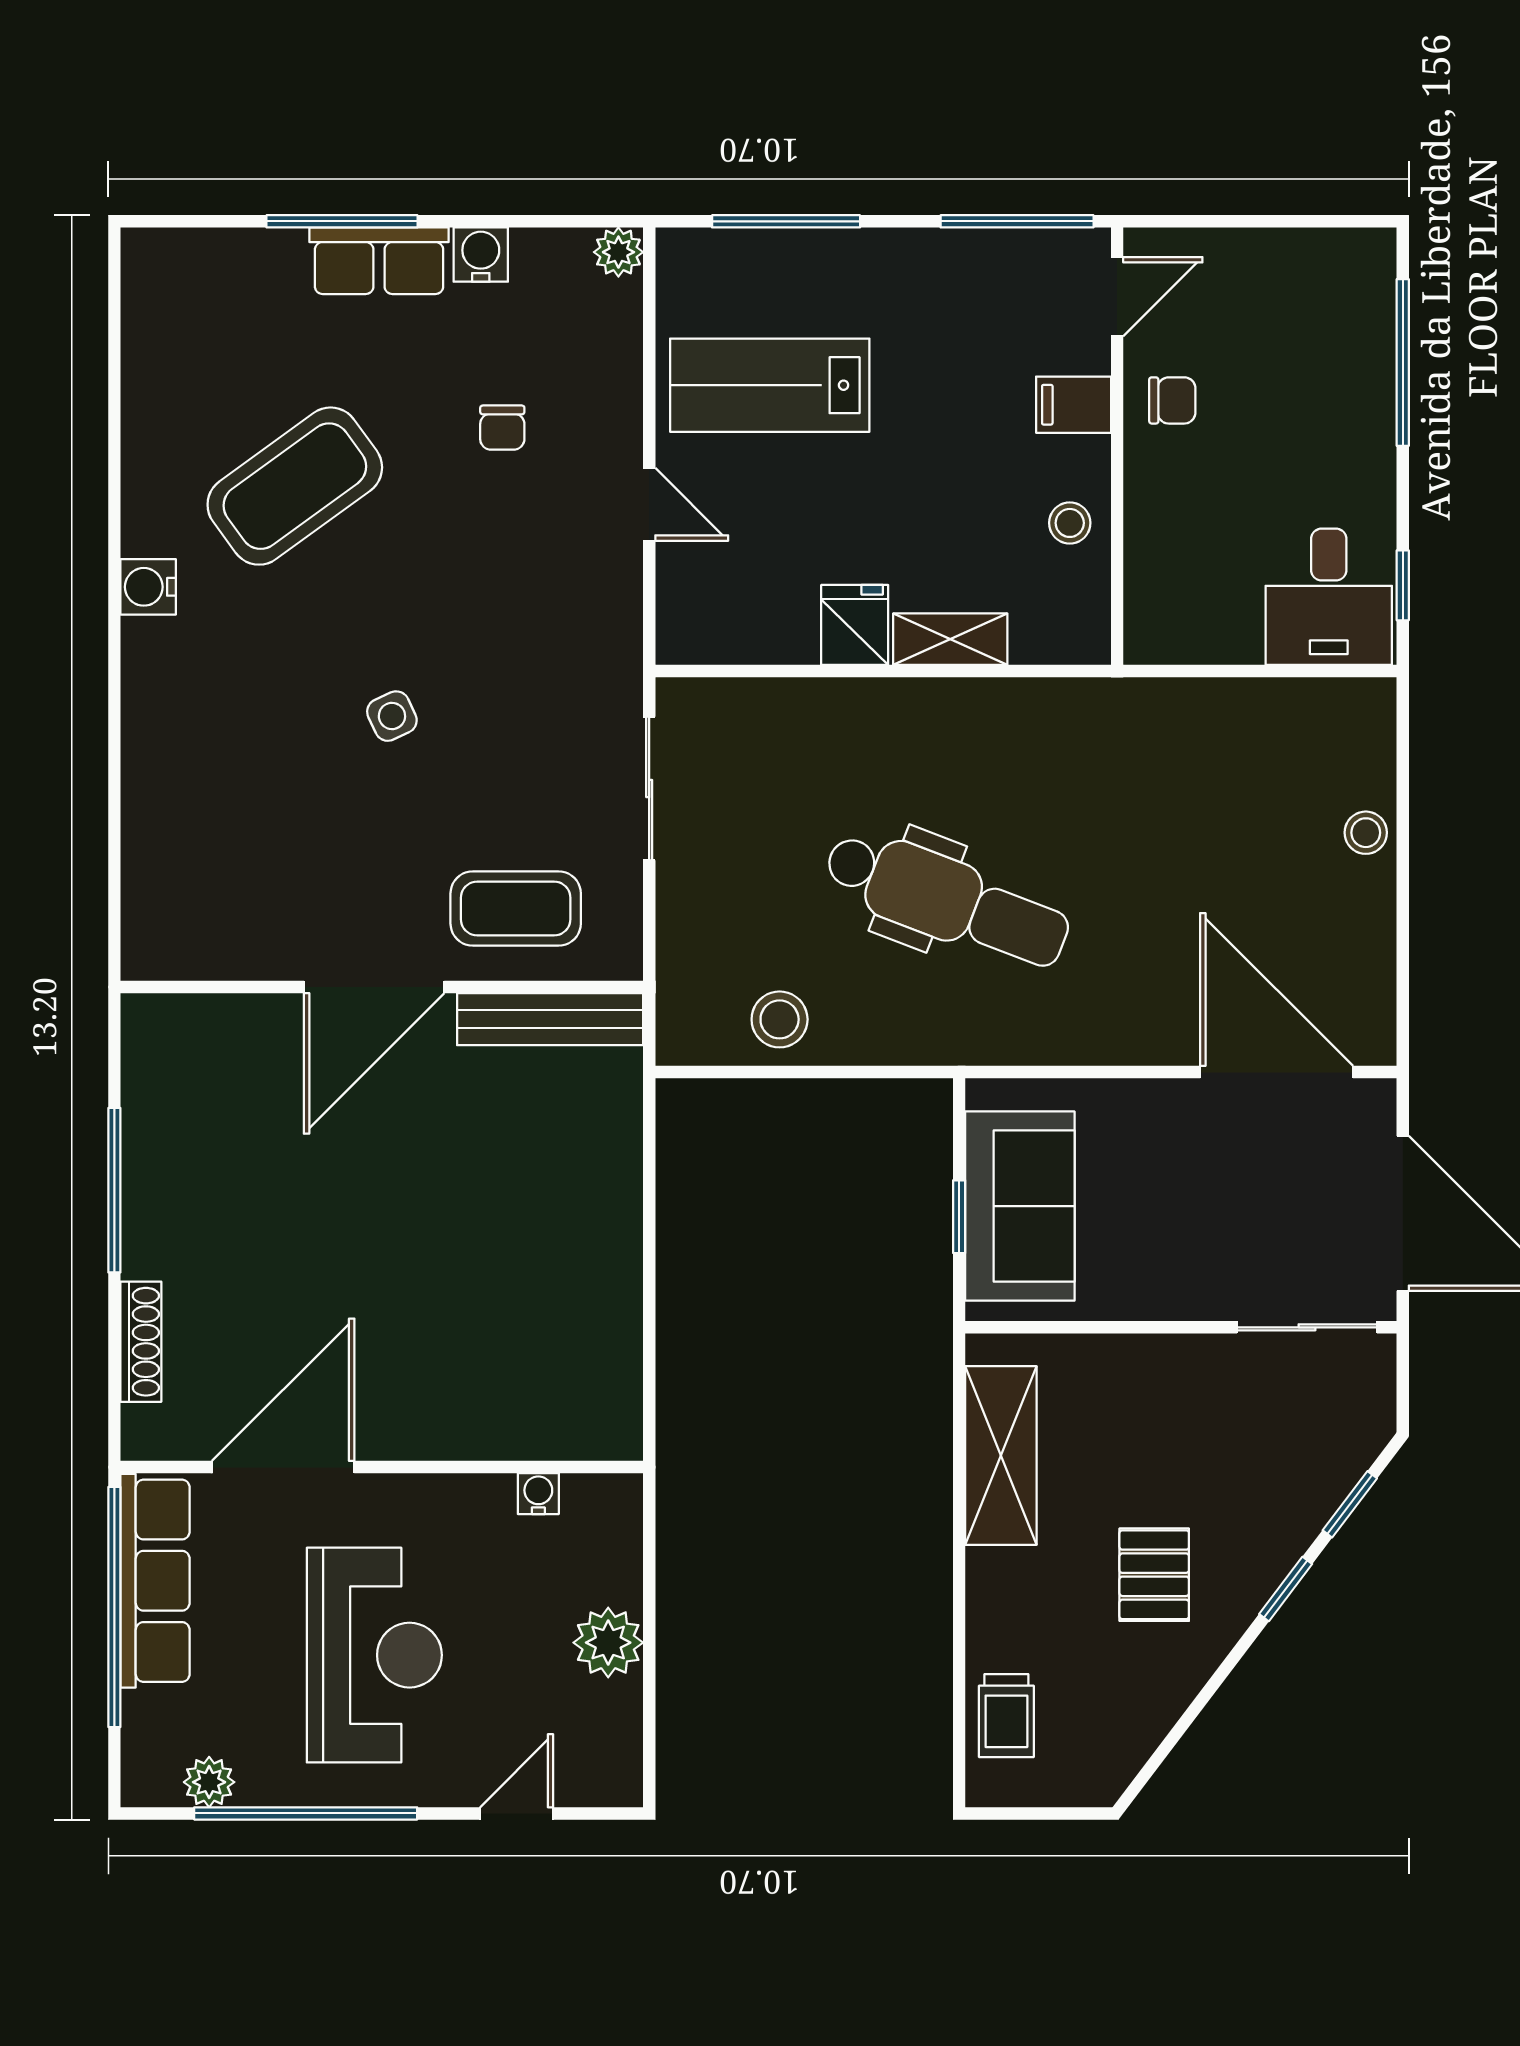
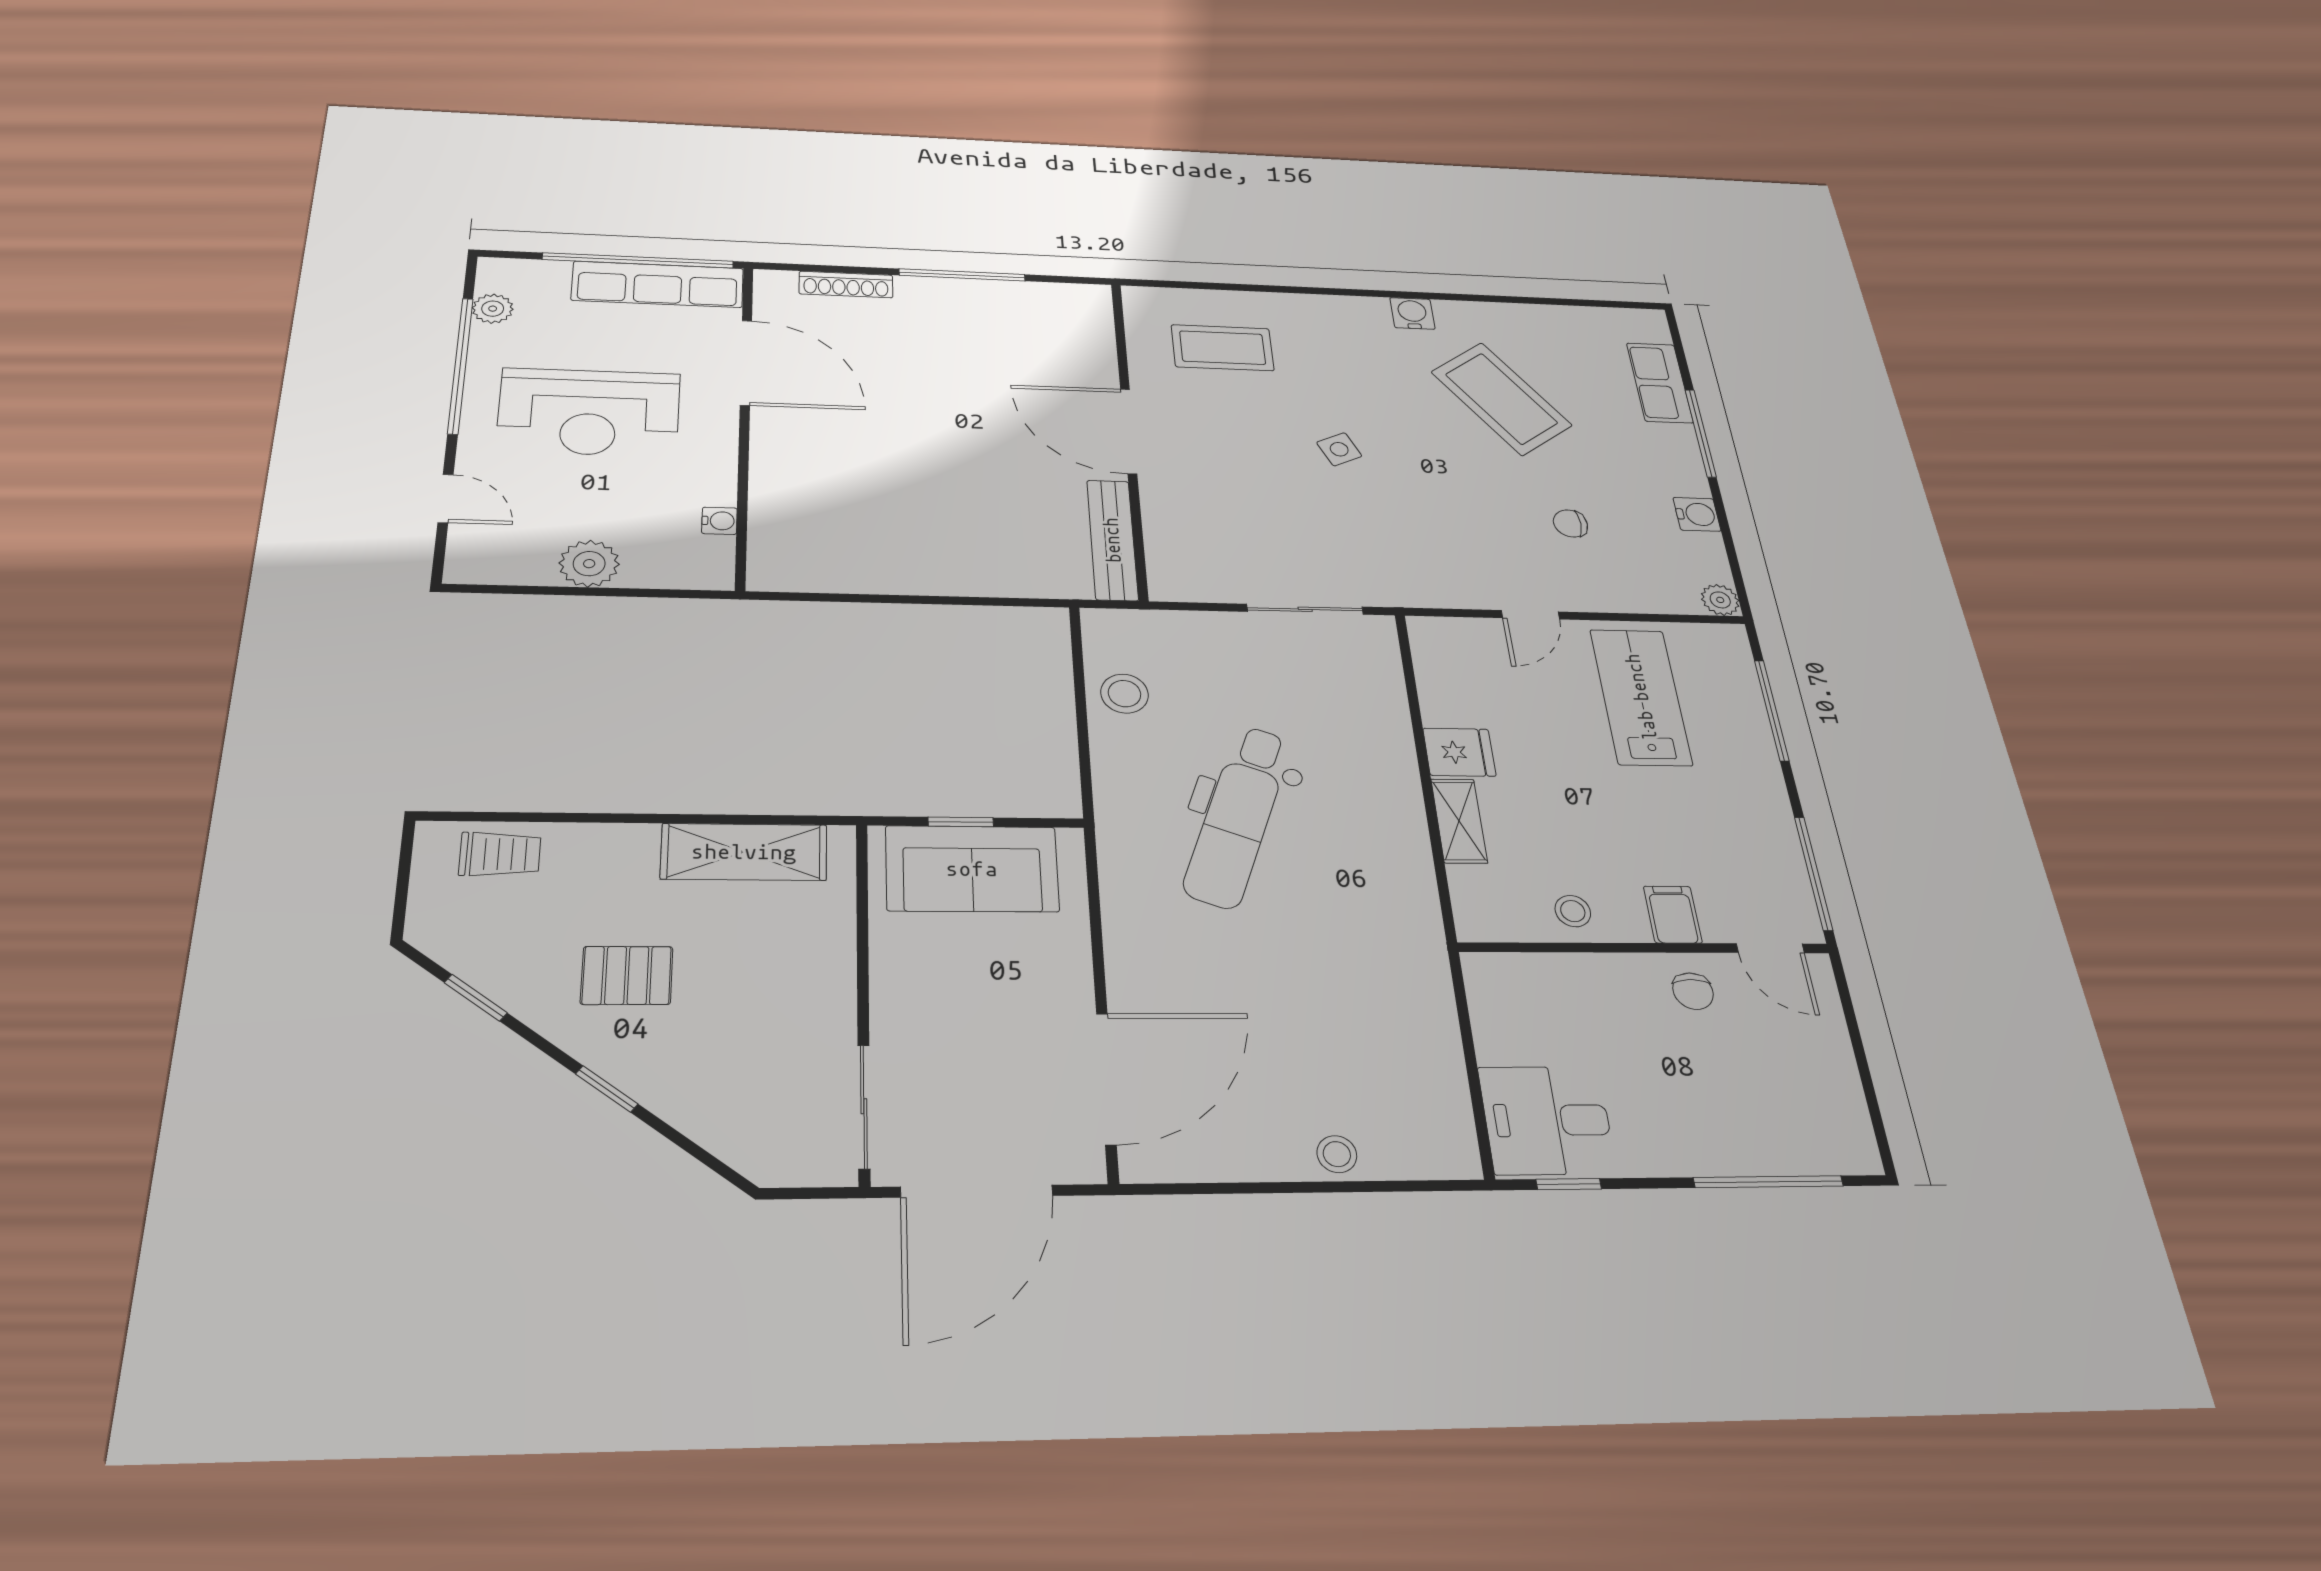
row of seats: (379, 261) -> (1660, 383), moved
coffee table: (516, 908) -> (1223, 348), moved, turned 90
window: (1350, 1504) -> (476, 998), moved
trolley: (1006, 1716) -> (500, 854), turned 180

